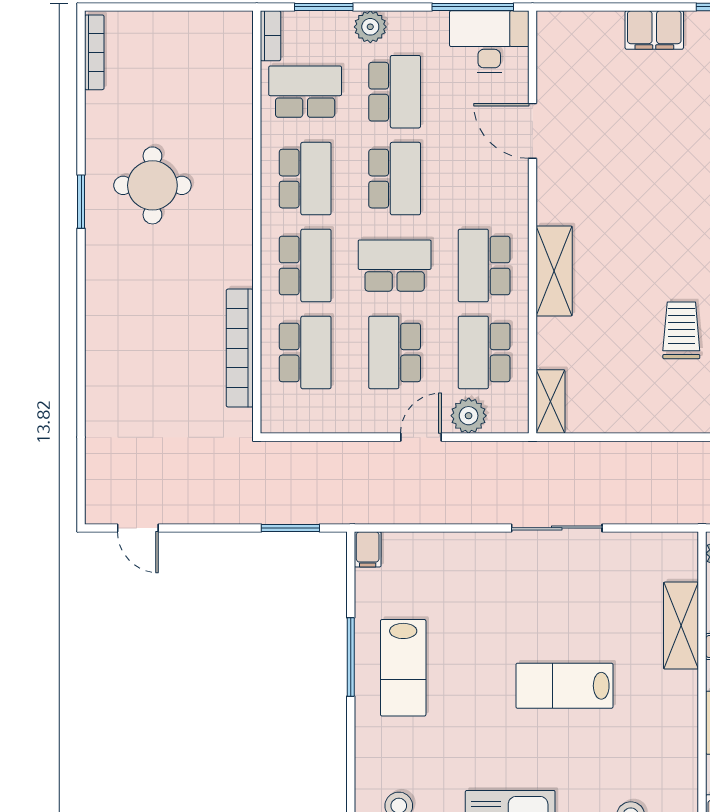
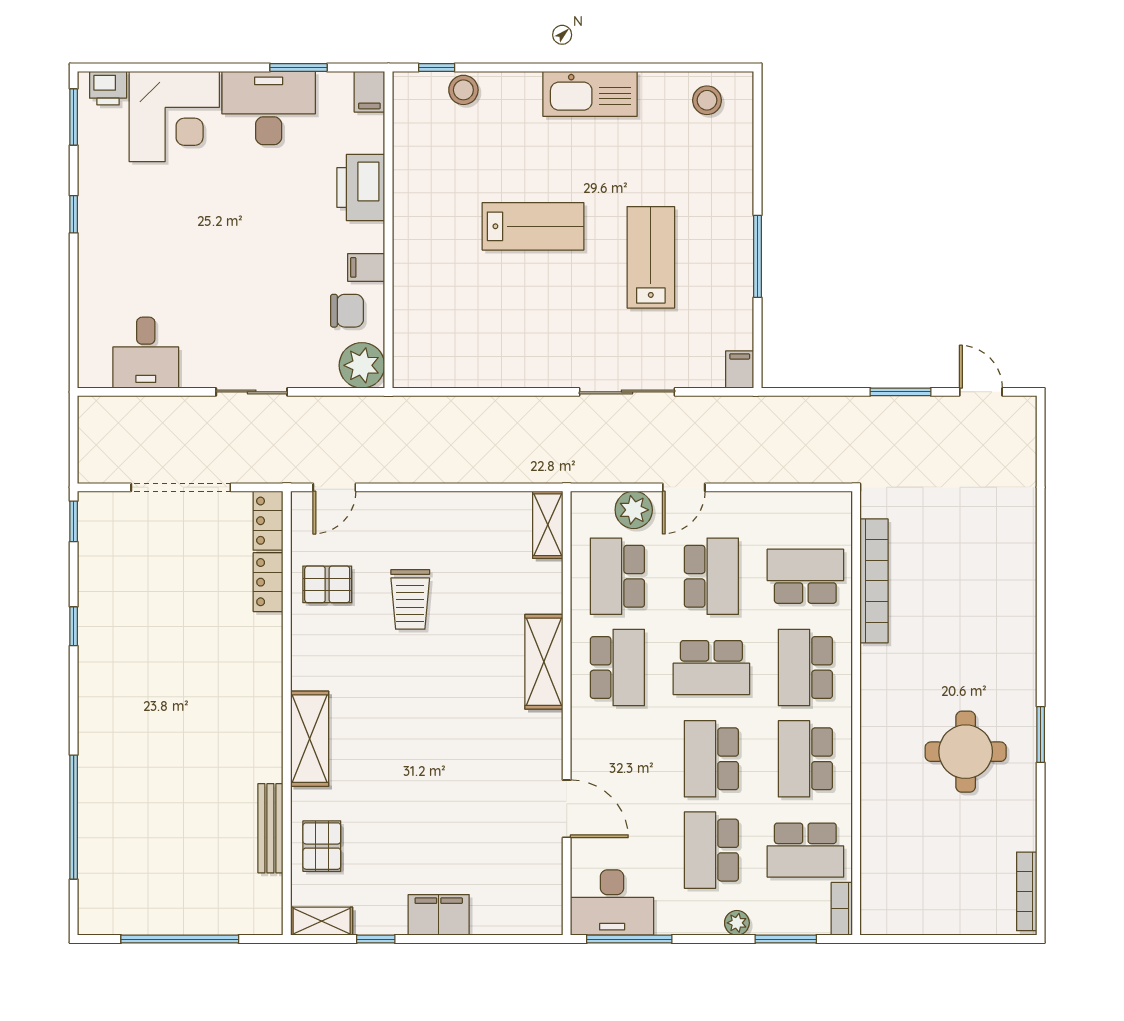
plant: (370, 27) -> (737, 923), width x0.73, depth x0.73
school desk: (305, 352) -> (805, 576), turned 90
school desk: (484, 352) -> (617, 576), turned 180
window: (290, 528) -> (900, 392), moved
sliding door: (557, 528) -> (627, 392), moved
shelving: (681, 626) -> (411, 289), removed
lab bench: (403, 668) -> (651, 257), moved

